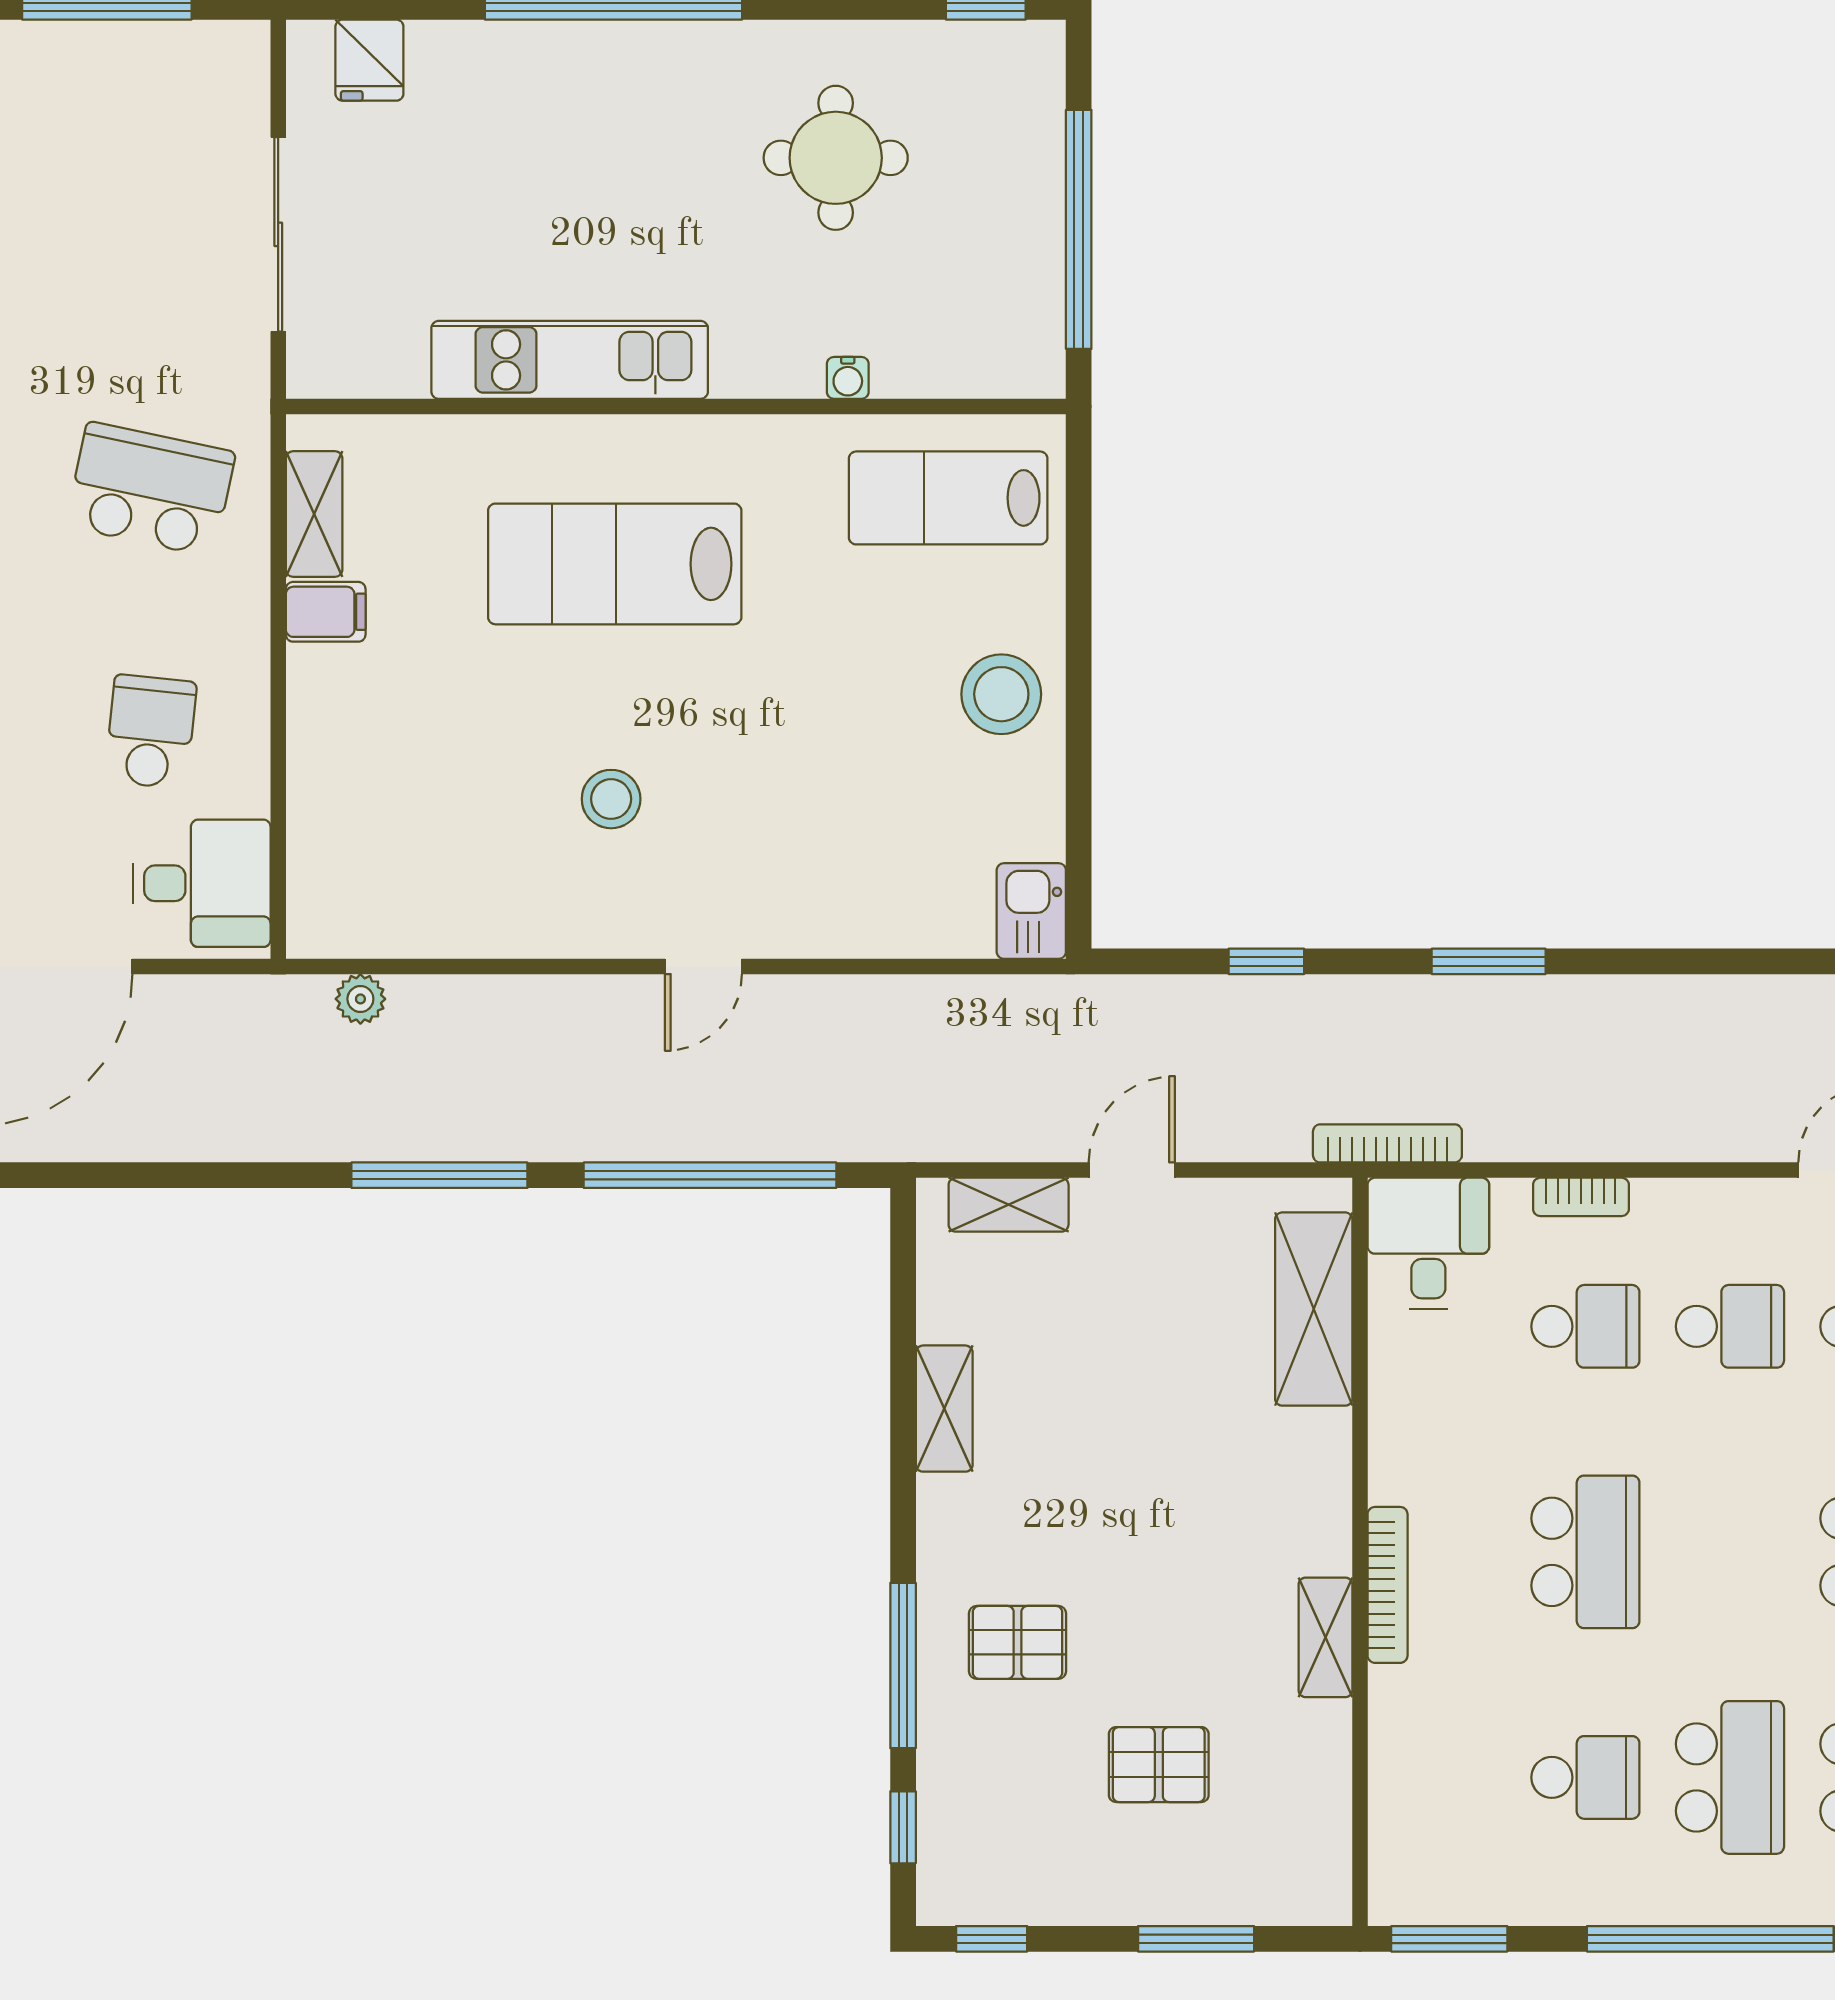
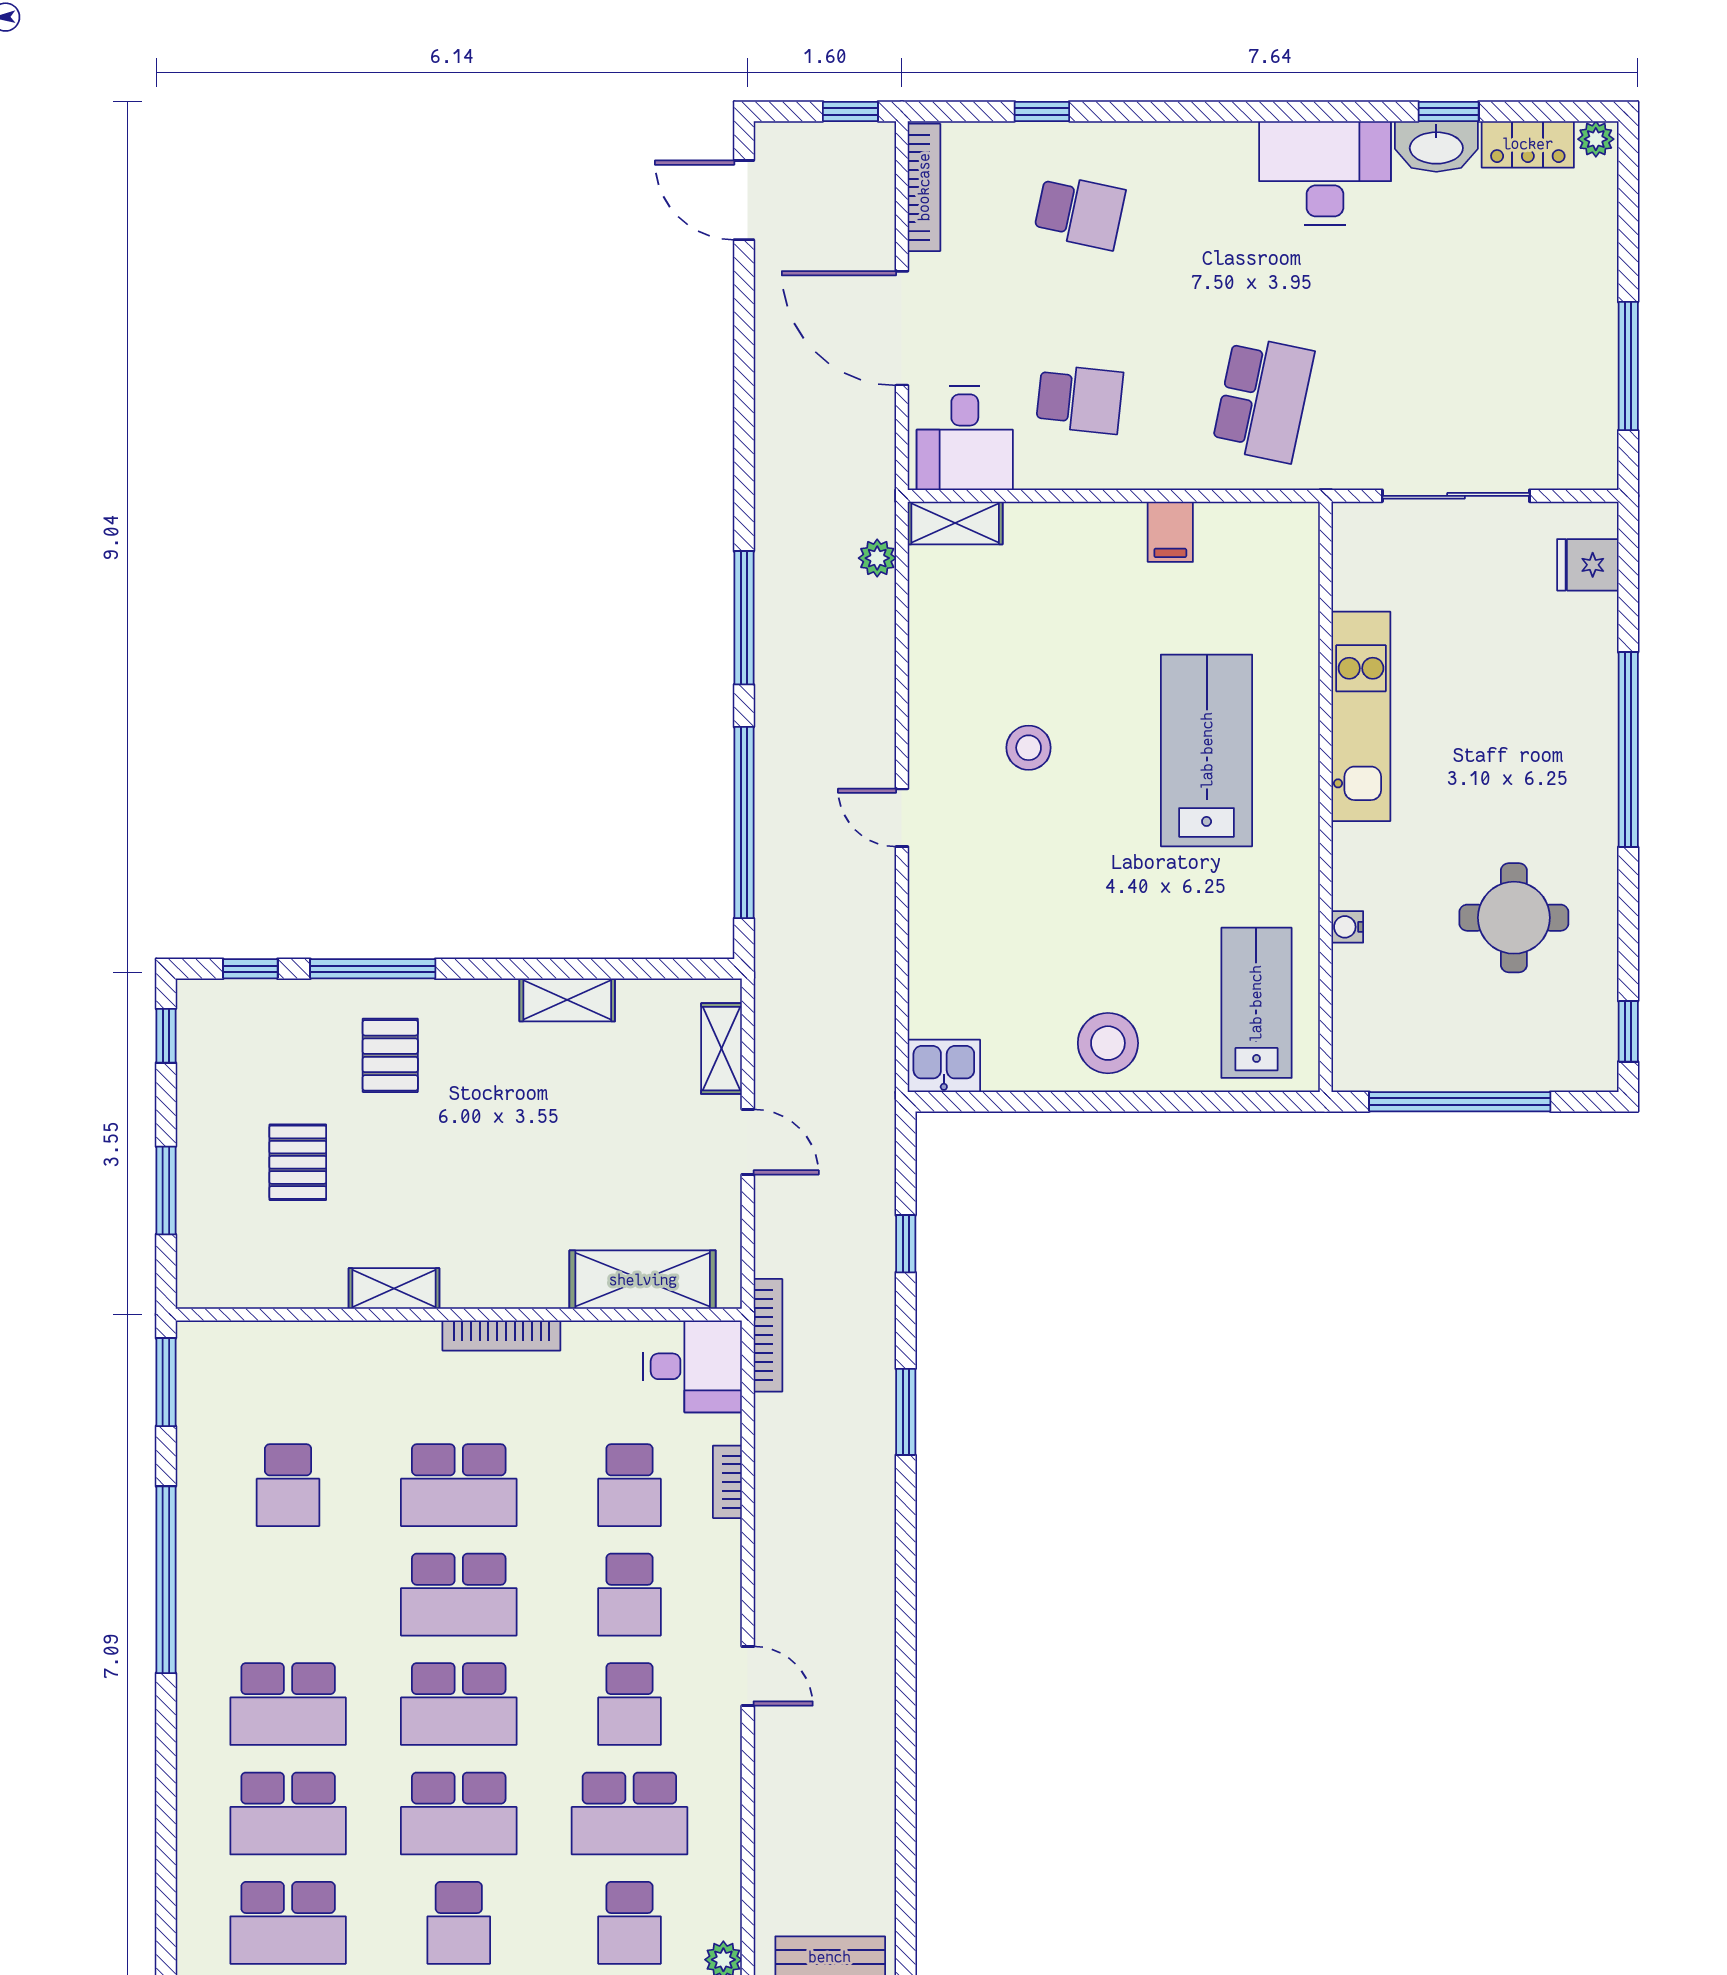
shelving: (314, 514) -> (955, 523), moved
bookcase: (1388, 1585) -> (501, 1335), moved
school desk: (1730, 1777) -> (459, 1595), moved

